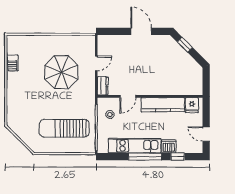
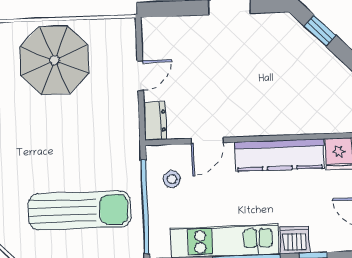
parasol: (61, 72) -> (54, 60), moved
sun lounger: (64, 128) -> (80, 211), turned 180

